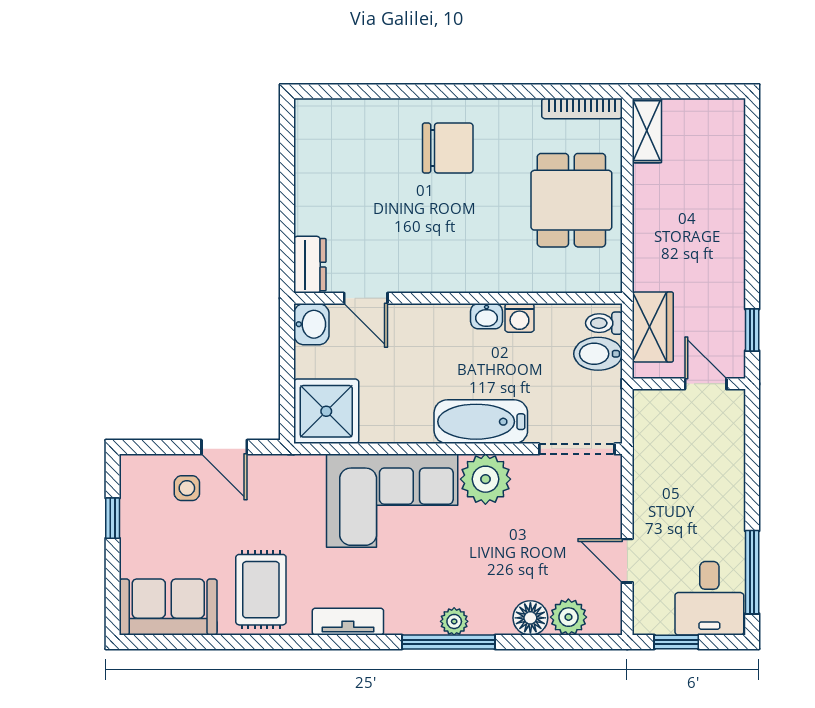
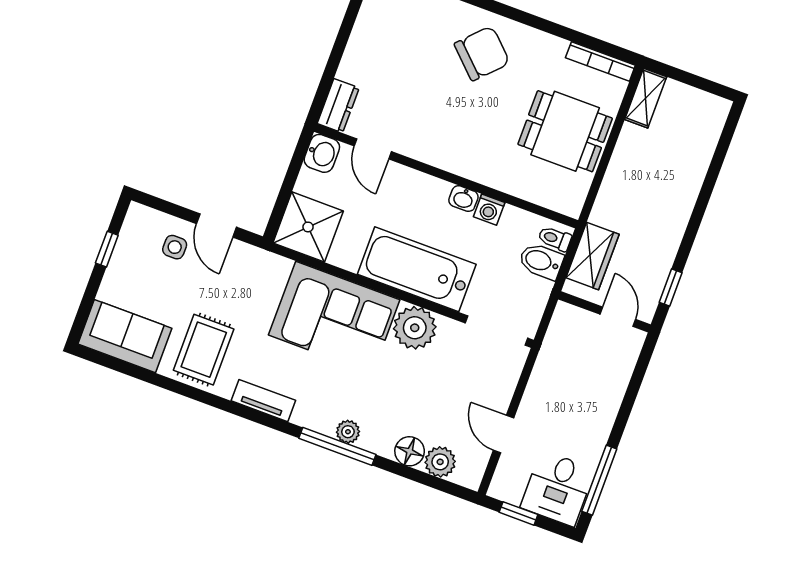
chair: (448, 148) -> (482, 53), turned -46
dining table: (571, 200) -> (565, 131), turned 90
bathtub: (481, 422) -> (417, 269), width x1.36, depth x1.36

